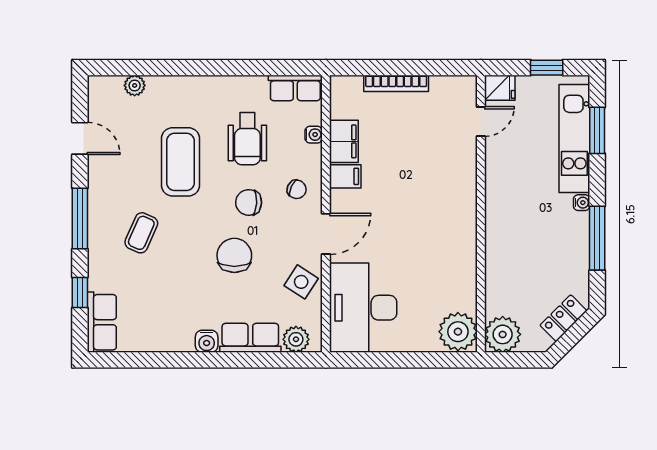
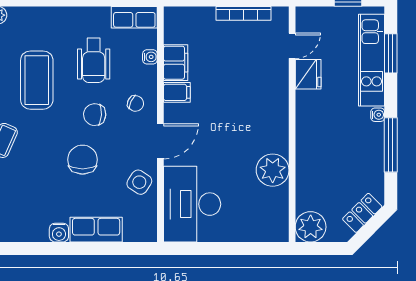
bookcase: (396, 83) -> (244, 13), moved
fridge: (500, 88) -> (308, 74), moved, width x1.38
plant: (458, 332) -> (273, 170), moved
plant: (296, 339) -> (135, 231), removed

